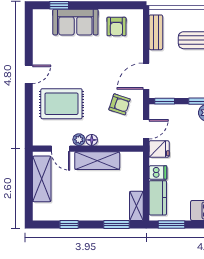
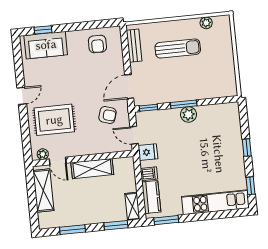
sofa: (75, 22) -> (46, 45), moved
door: (146, 129) -> (134, 135), swing flipped
plant: (79, 140) -> (43, 154), moved
floor lamp: (92, 140) -> (85, 150), removed
window: (69, 225) -> (73, 230), width x1.50

